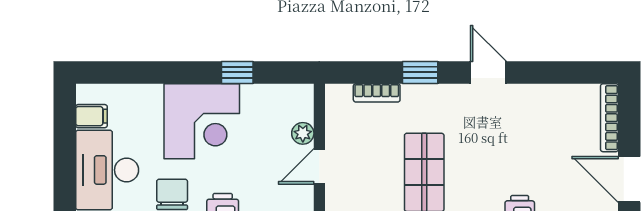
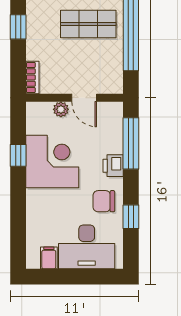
bookcase: (377, 93) -> (32, 78), moved
corner desk: (202, 121) -> (52, 162), moved

